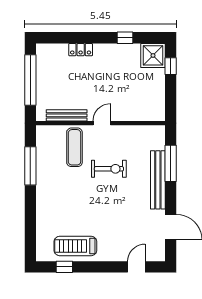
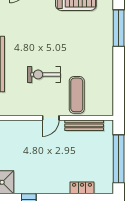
locker: (81, 50) -> (82, 188), moved
window: (30, 166) -> (119, 28), moved

